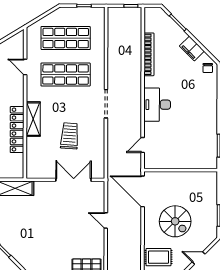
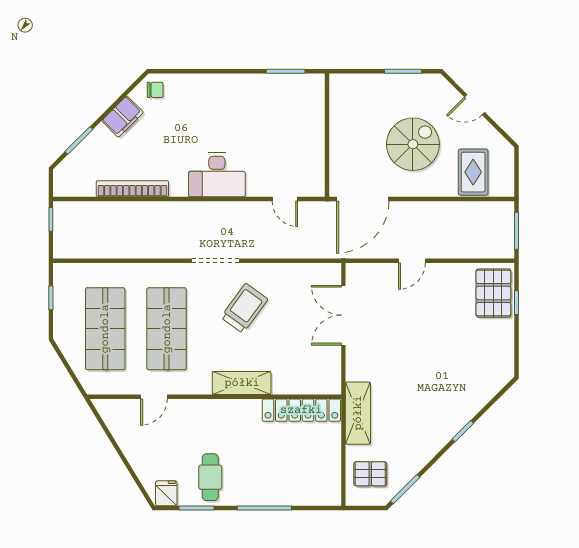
locker: (17, 130) -> (301, 410), moved
trolley: (70, 136) -> (244, 308), moved, turned 122
door: (199, 258) -> (475, 105), hinge flipped

